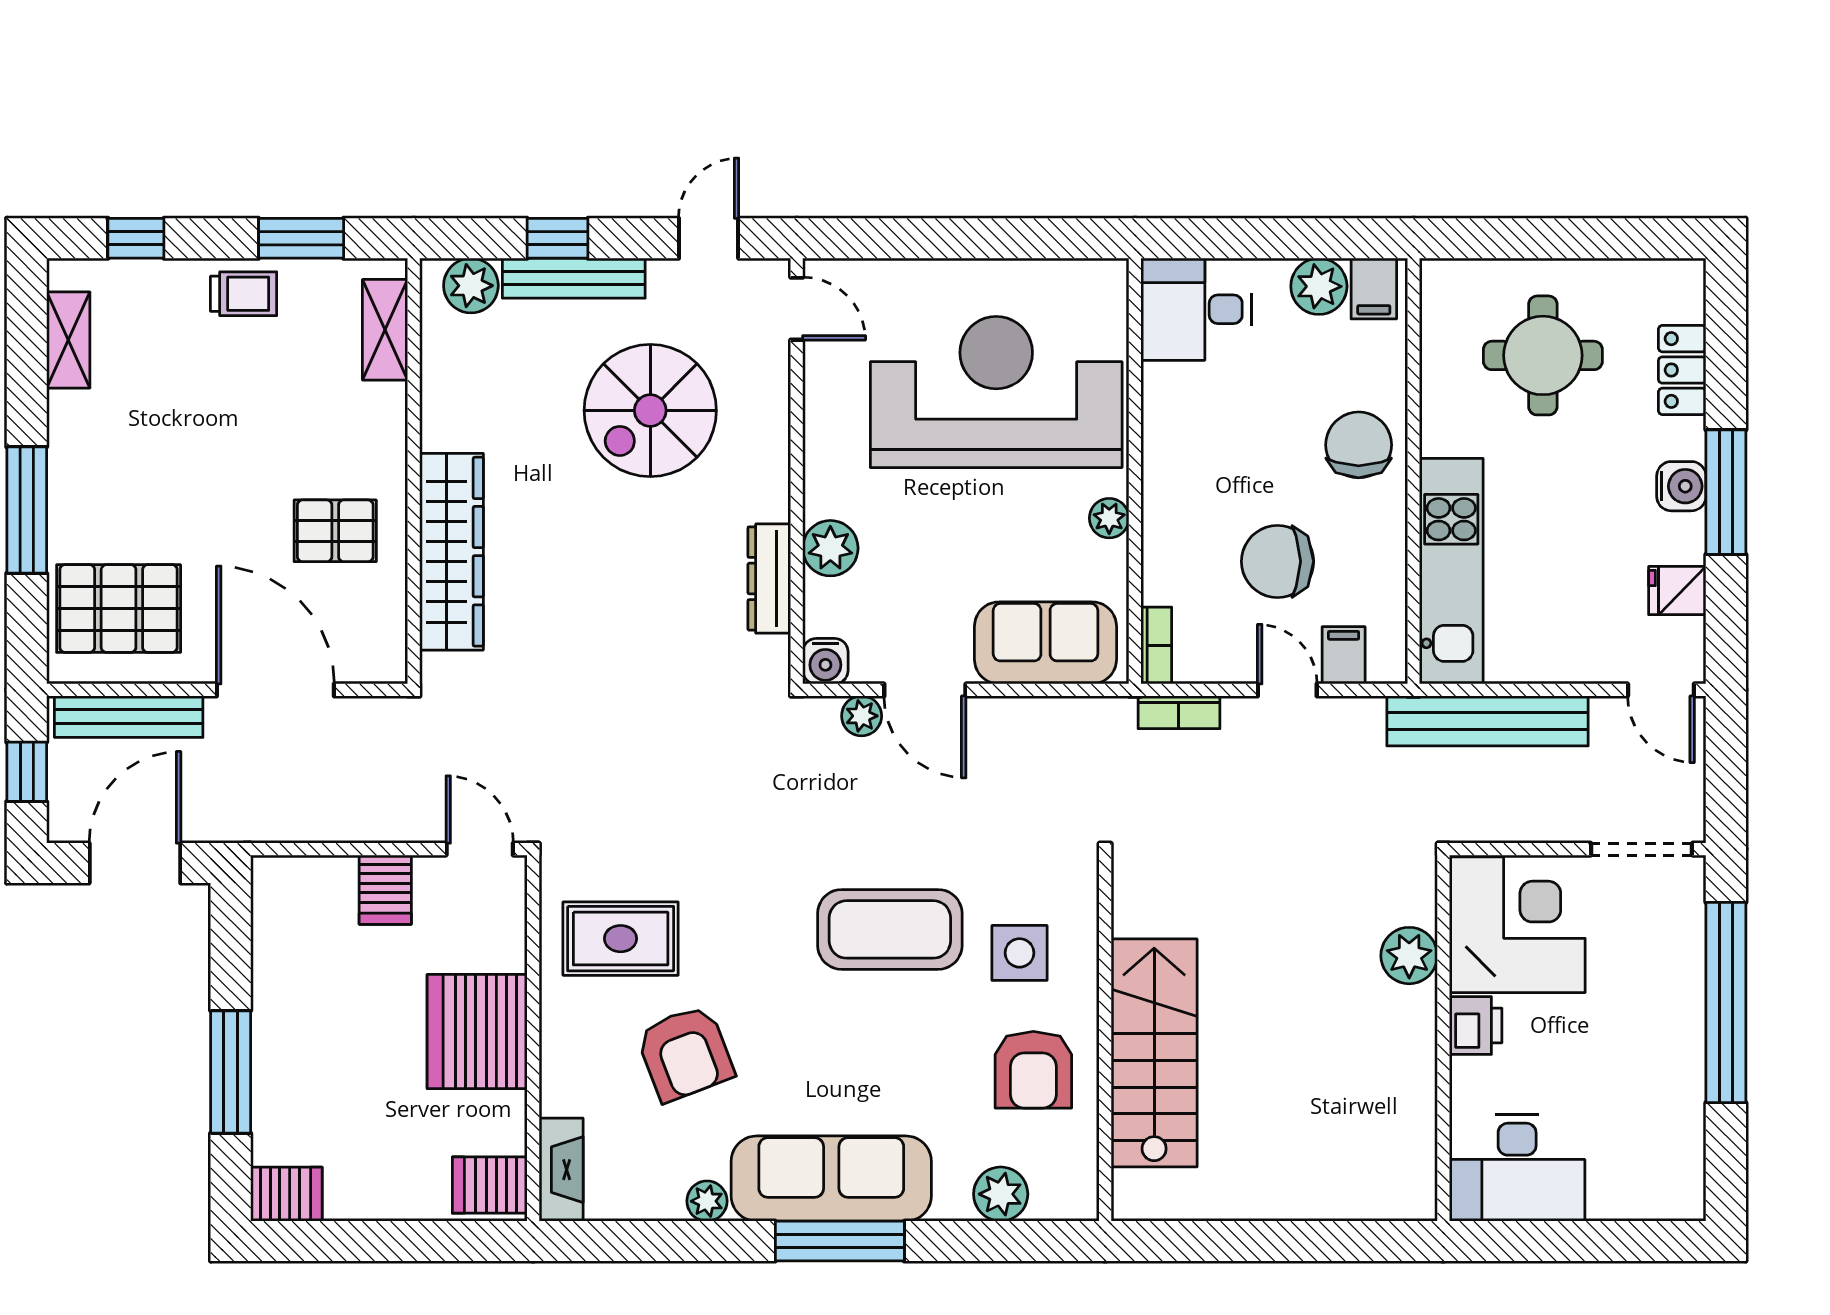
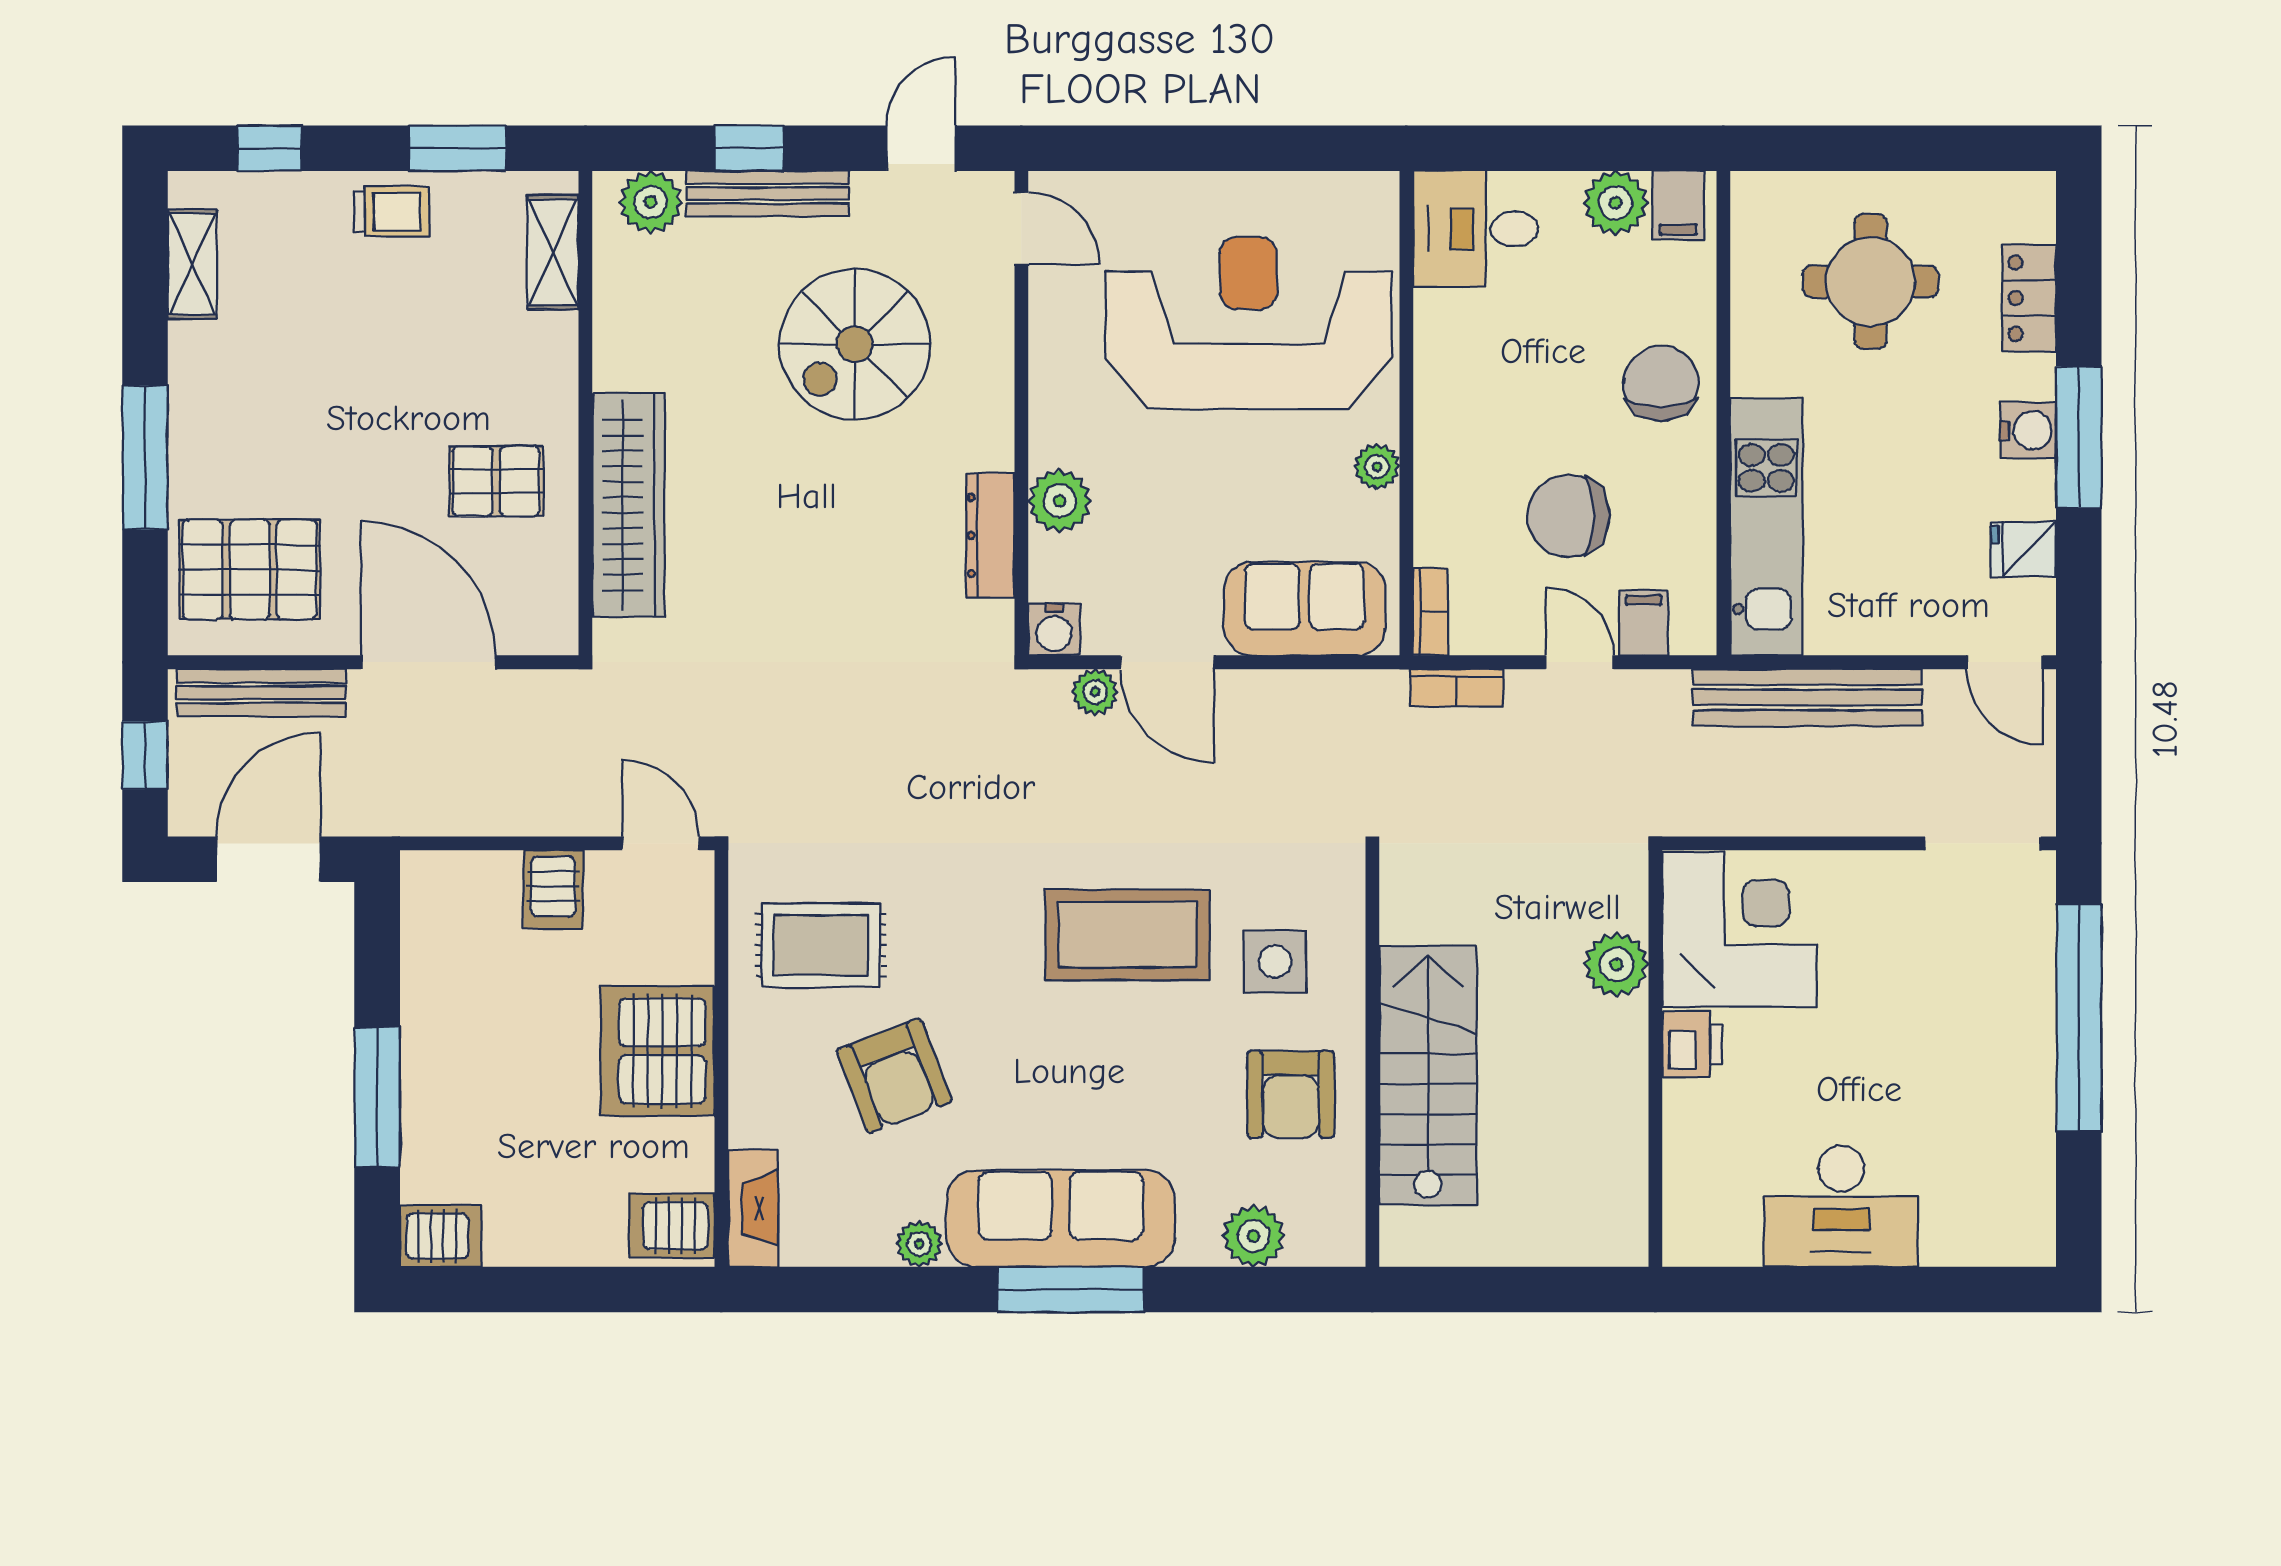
corner desk: (1517, 925) -> (1739, 929), moved
plant: (1409, 956) -> (1616, 964), moved
printer: (1476, 1026) -> (1692, 1044), moved
wall: (1443, 1038) -> (1655, 1058), moved

